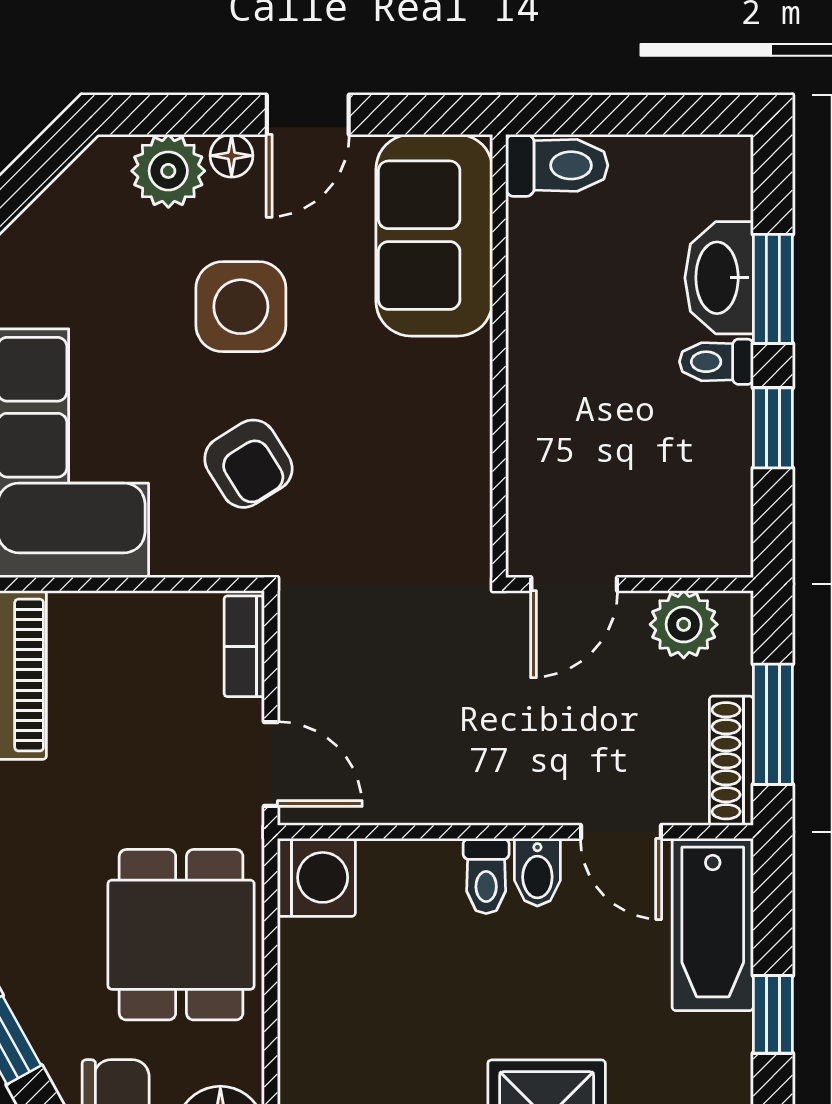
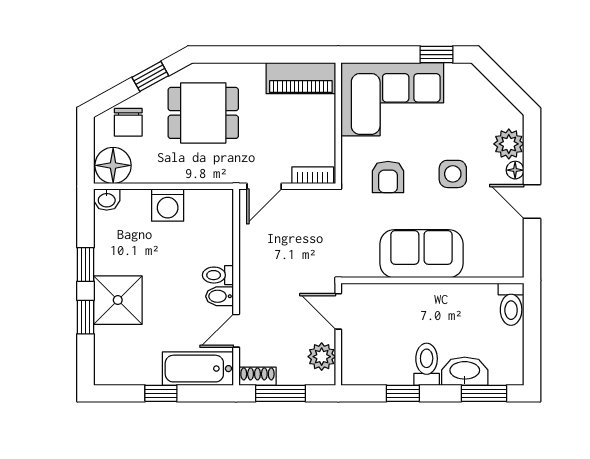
sofa: (434, 235) -> (421, 254), moved
window: (773, 289) -> (484, 393), moved
side table: (241, 307) -> (453, 174), width x0.73, depth x0.73
toilet: (716, 362) -> (427, 364), width x1.37, depth x1.39
armchair: (248, 464) -> (388, 177), turned -58
shoe rack: (731, 761) -> (257, 376), width x0.70
washing machine: (316, 877) -> (168, 205), moved
dining table: (181, 935) -> (203, 113), moved

